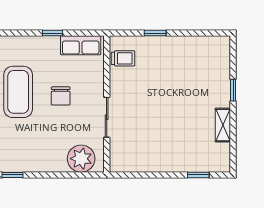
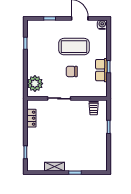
row of seats: (81, 45) -> (101, 70), moved
locker: (140, 165) -> (31, 118), added

